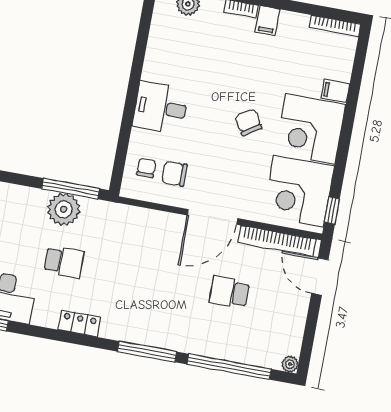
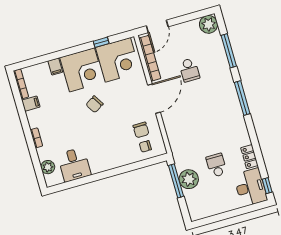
filing cabinet: (267, 20) -> (31, 104), moved
desk: (161, 108) -> (74, 165), moved
window: (332, 210) -> (101, 42), moved
door: (212, 217) -> (154, 99), hinge flipped
locker: (79, 324) -> (249, 157), moved
plant: (290, 364) -> (209, 24), width x1.88, depth x1.88
window: (229, 367) -> (229, 51), width x0.68

